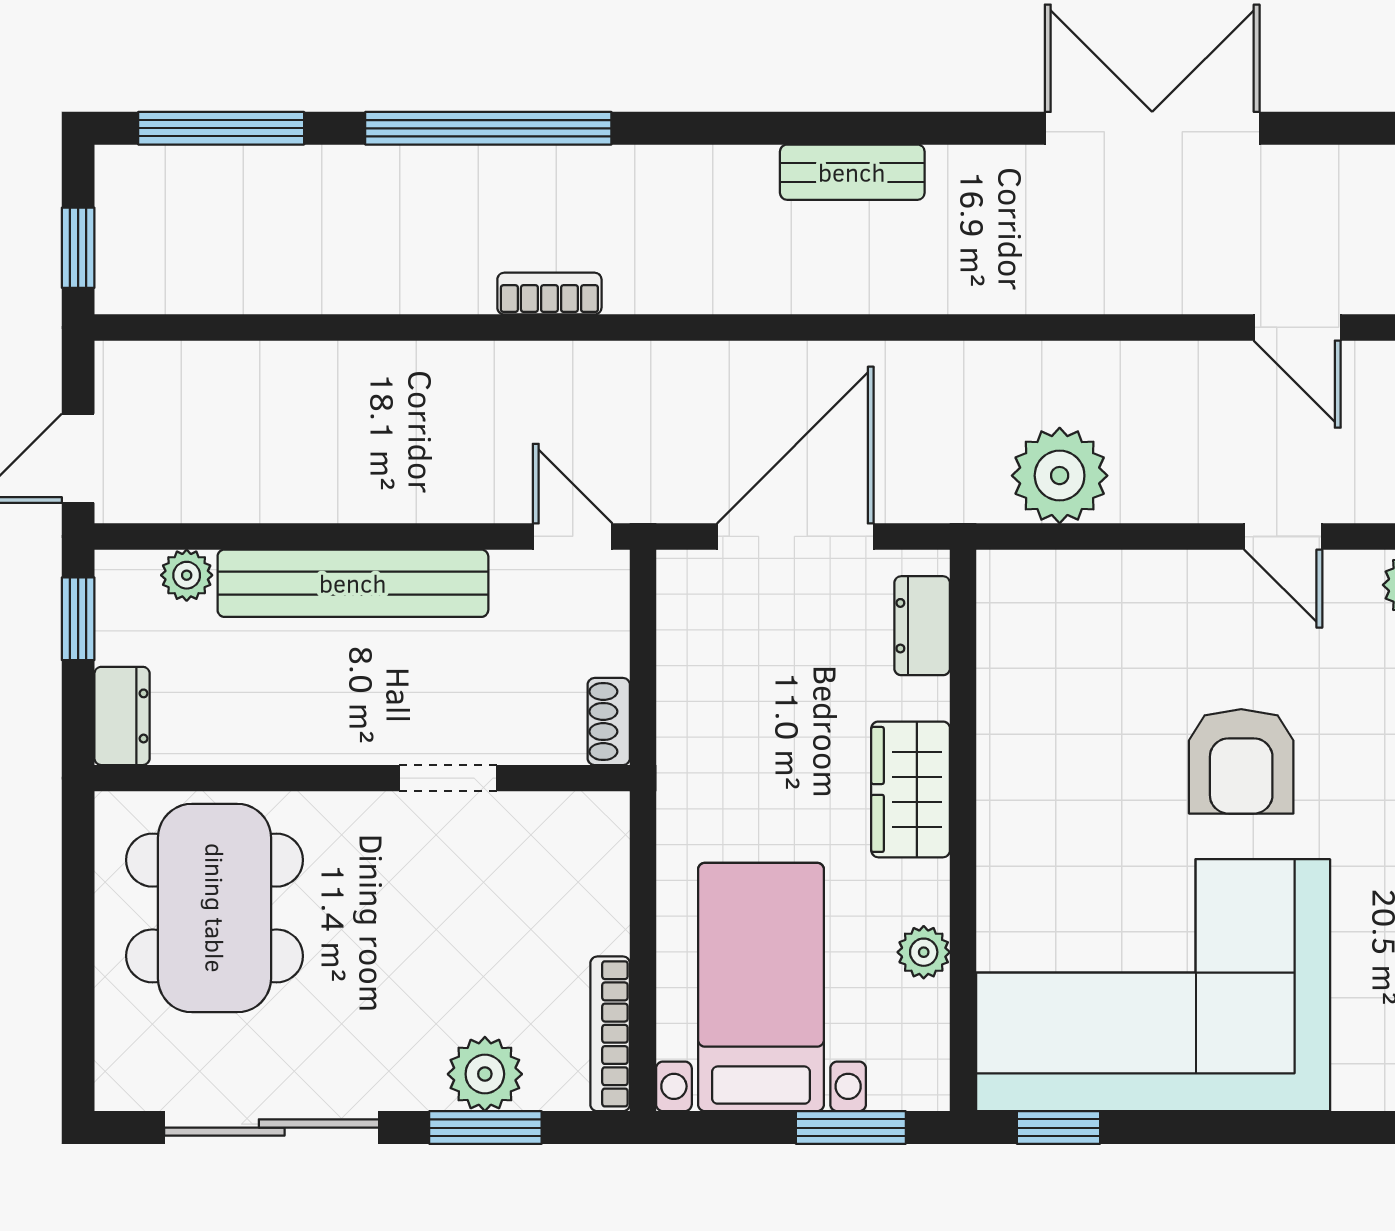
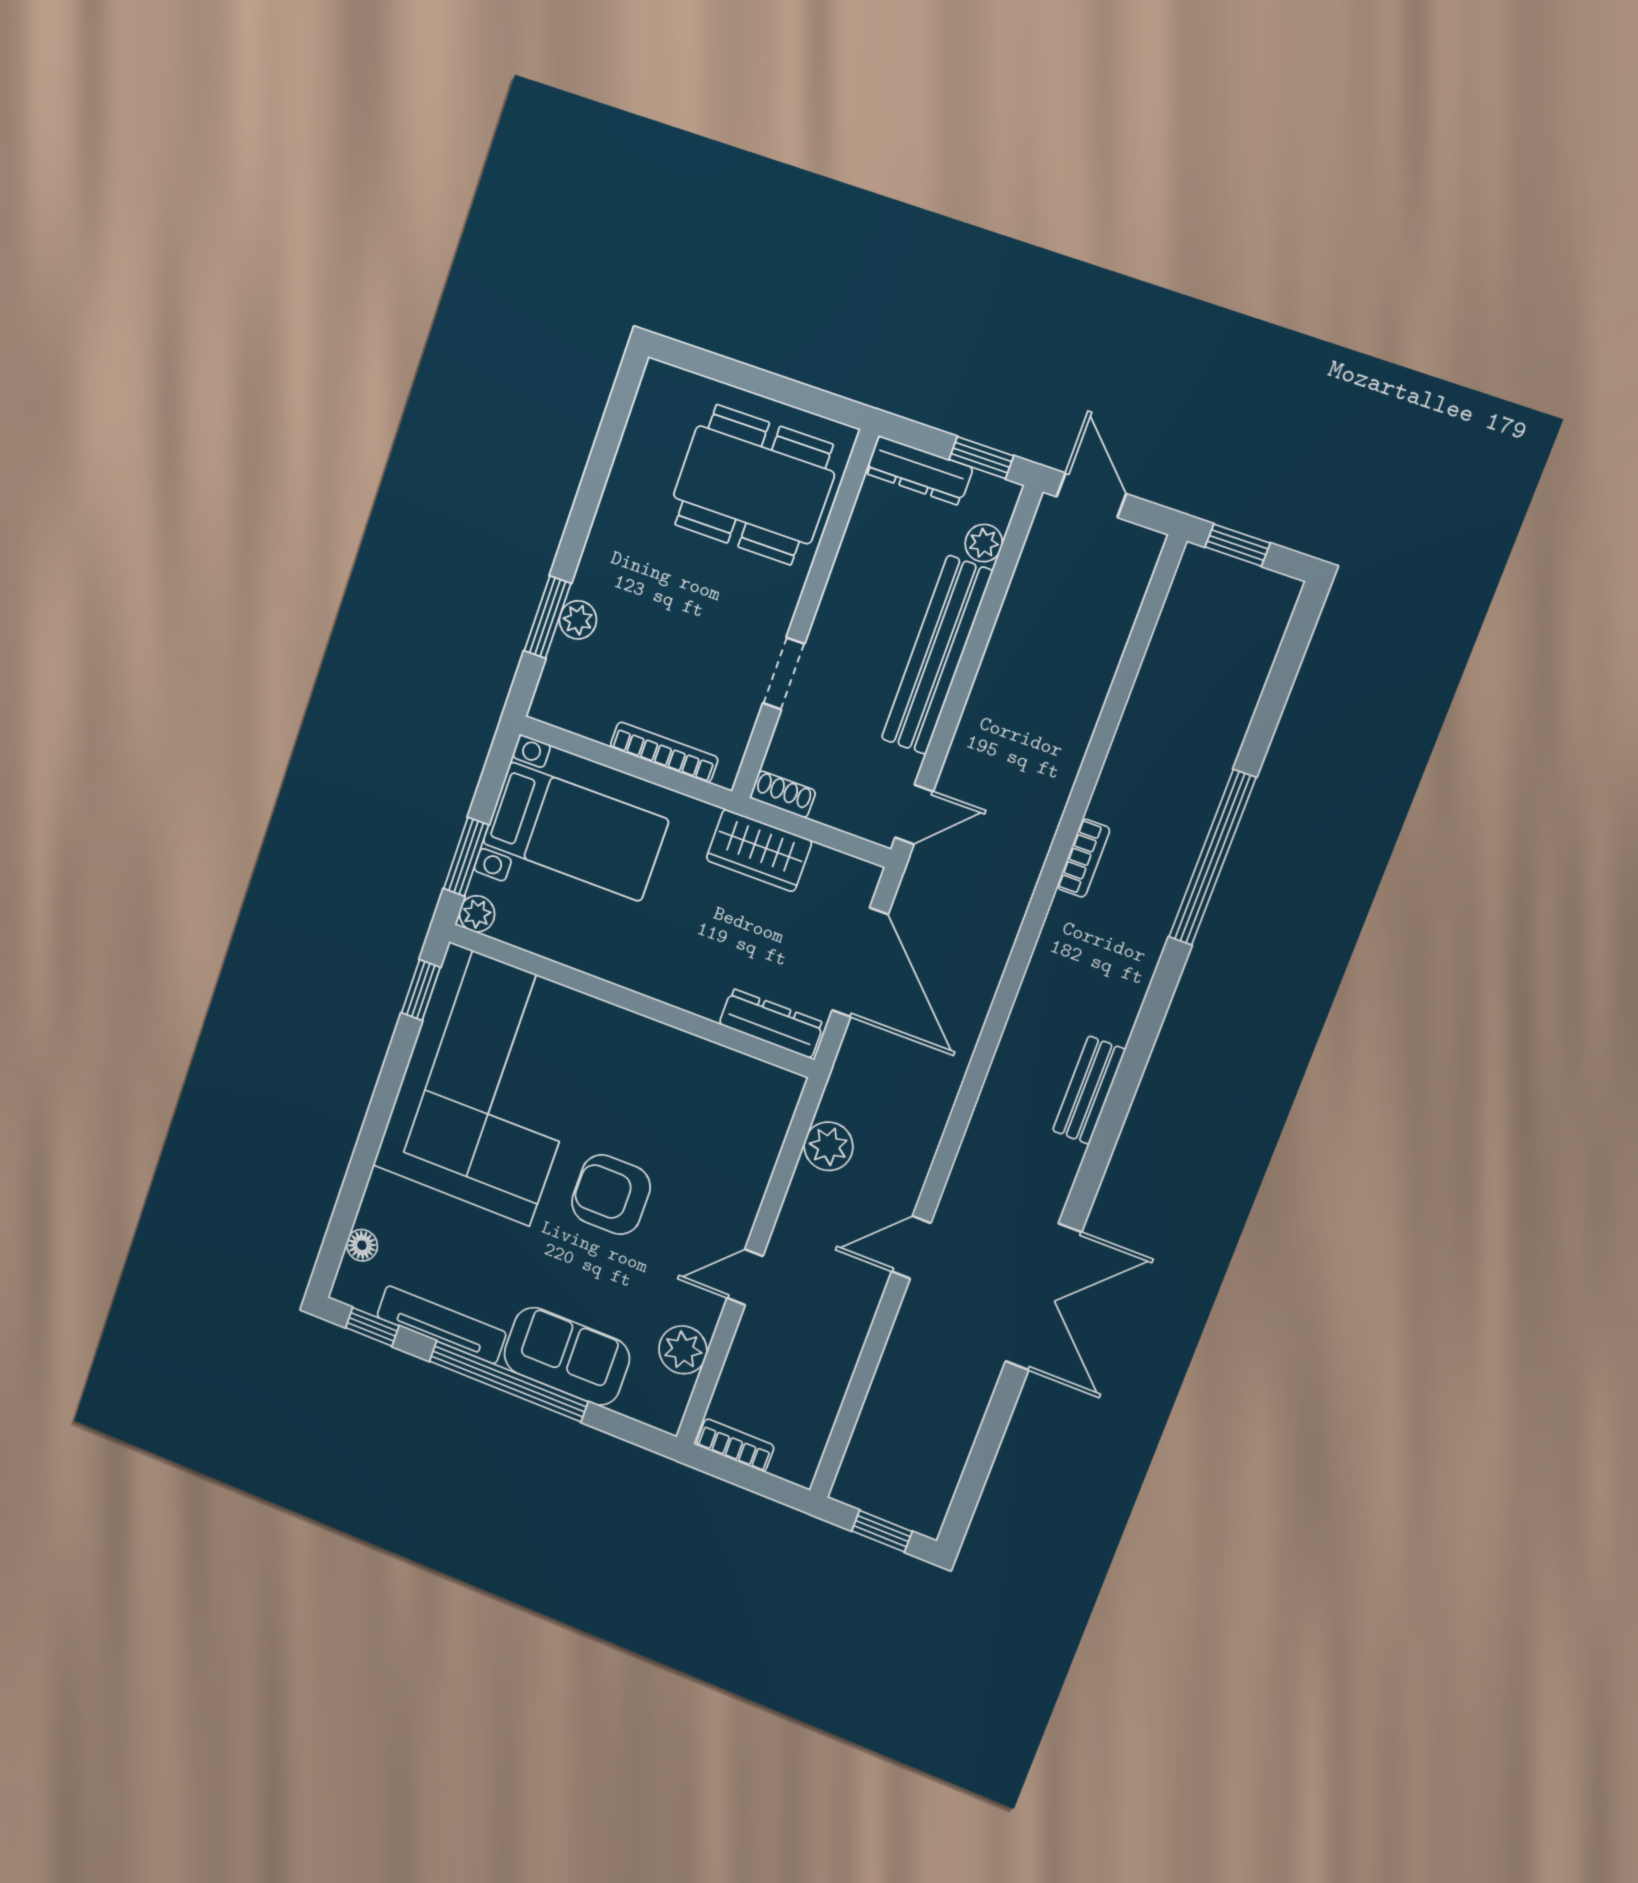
window: (221, 128) -> (1283, 674), removed
door: (1297, 327) -> (911, 1247), moved
plant: (1060, 476) -> (829, 1146), width x0.73, depth x0.73
dresser: (922, 626) -> (771, 1023), width x1.44
dresser: (122, 716) -> (919, 471), width x1.44
wardrobe: (911, 789) -> (759, 850), moved, turned 180
plant: (924, 952) -> (477, 914), moved
bookcase: (610, 1034) -> (664, 752), moved
plant: (485, 1074) -> (578, 620), width x0.73, depth x0.73
sliding door: (272, 1128) -> (596, 474), removed

